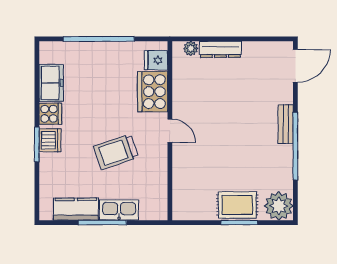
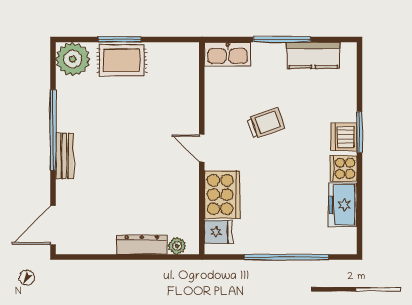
trolley: (116, 152) -> (266, 123), width x0.73, depth x0.72
kitchen sink: (119, 210) -> (228, 54), moved

